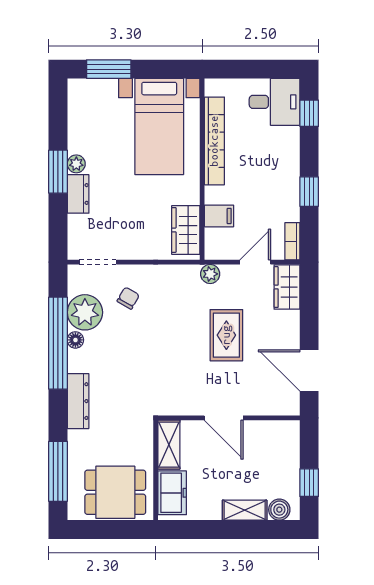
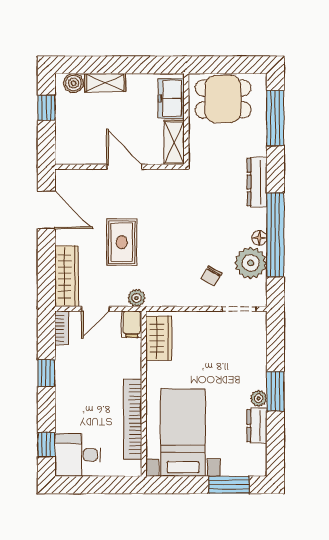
dresser: (78, 194) -> (257, 426), moved
filing cabinet: (219, 216) -> (132, 324), moved, turned -90
wardrobe: (287, 287) -> (66, 276), width x1.50

